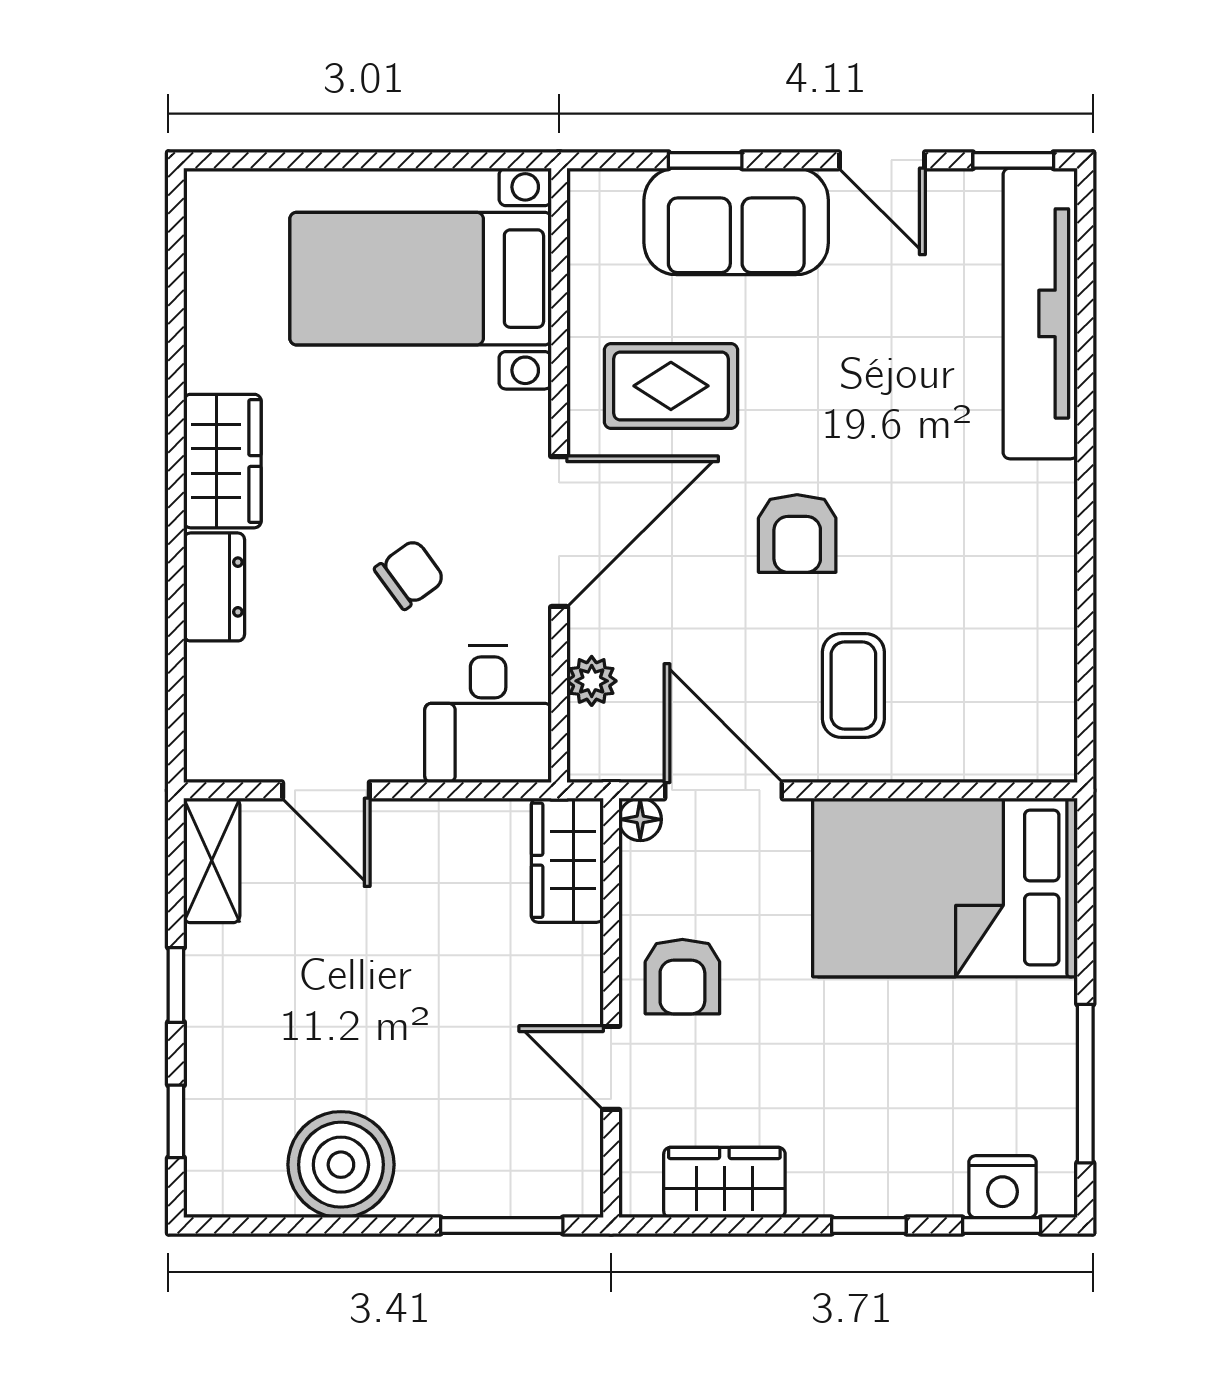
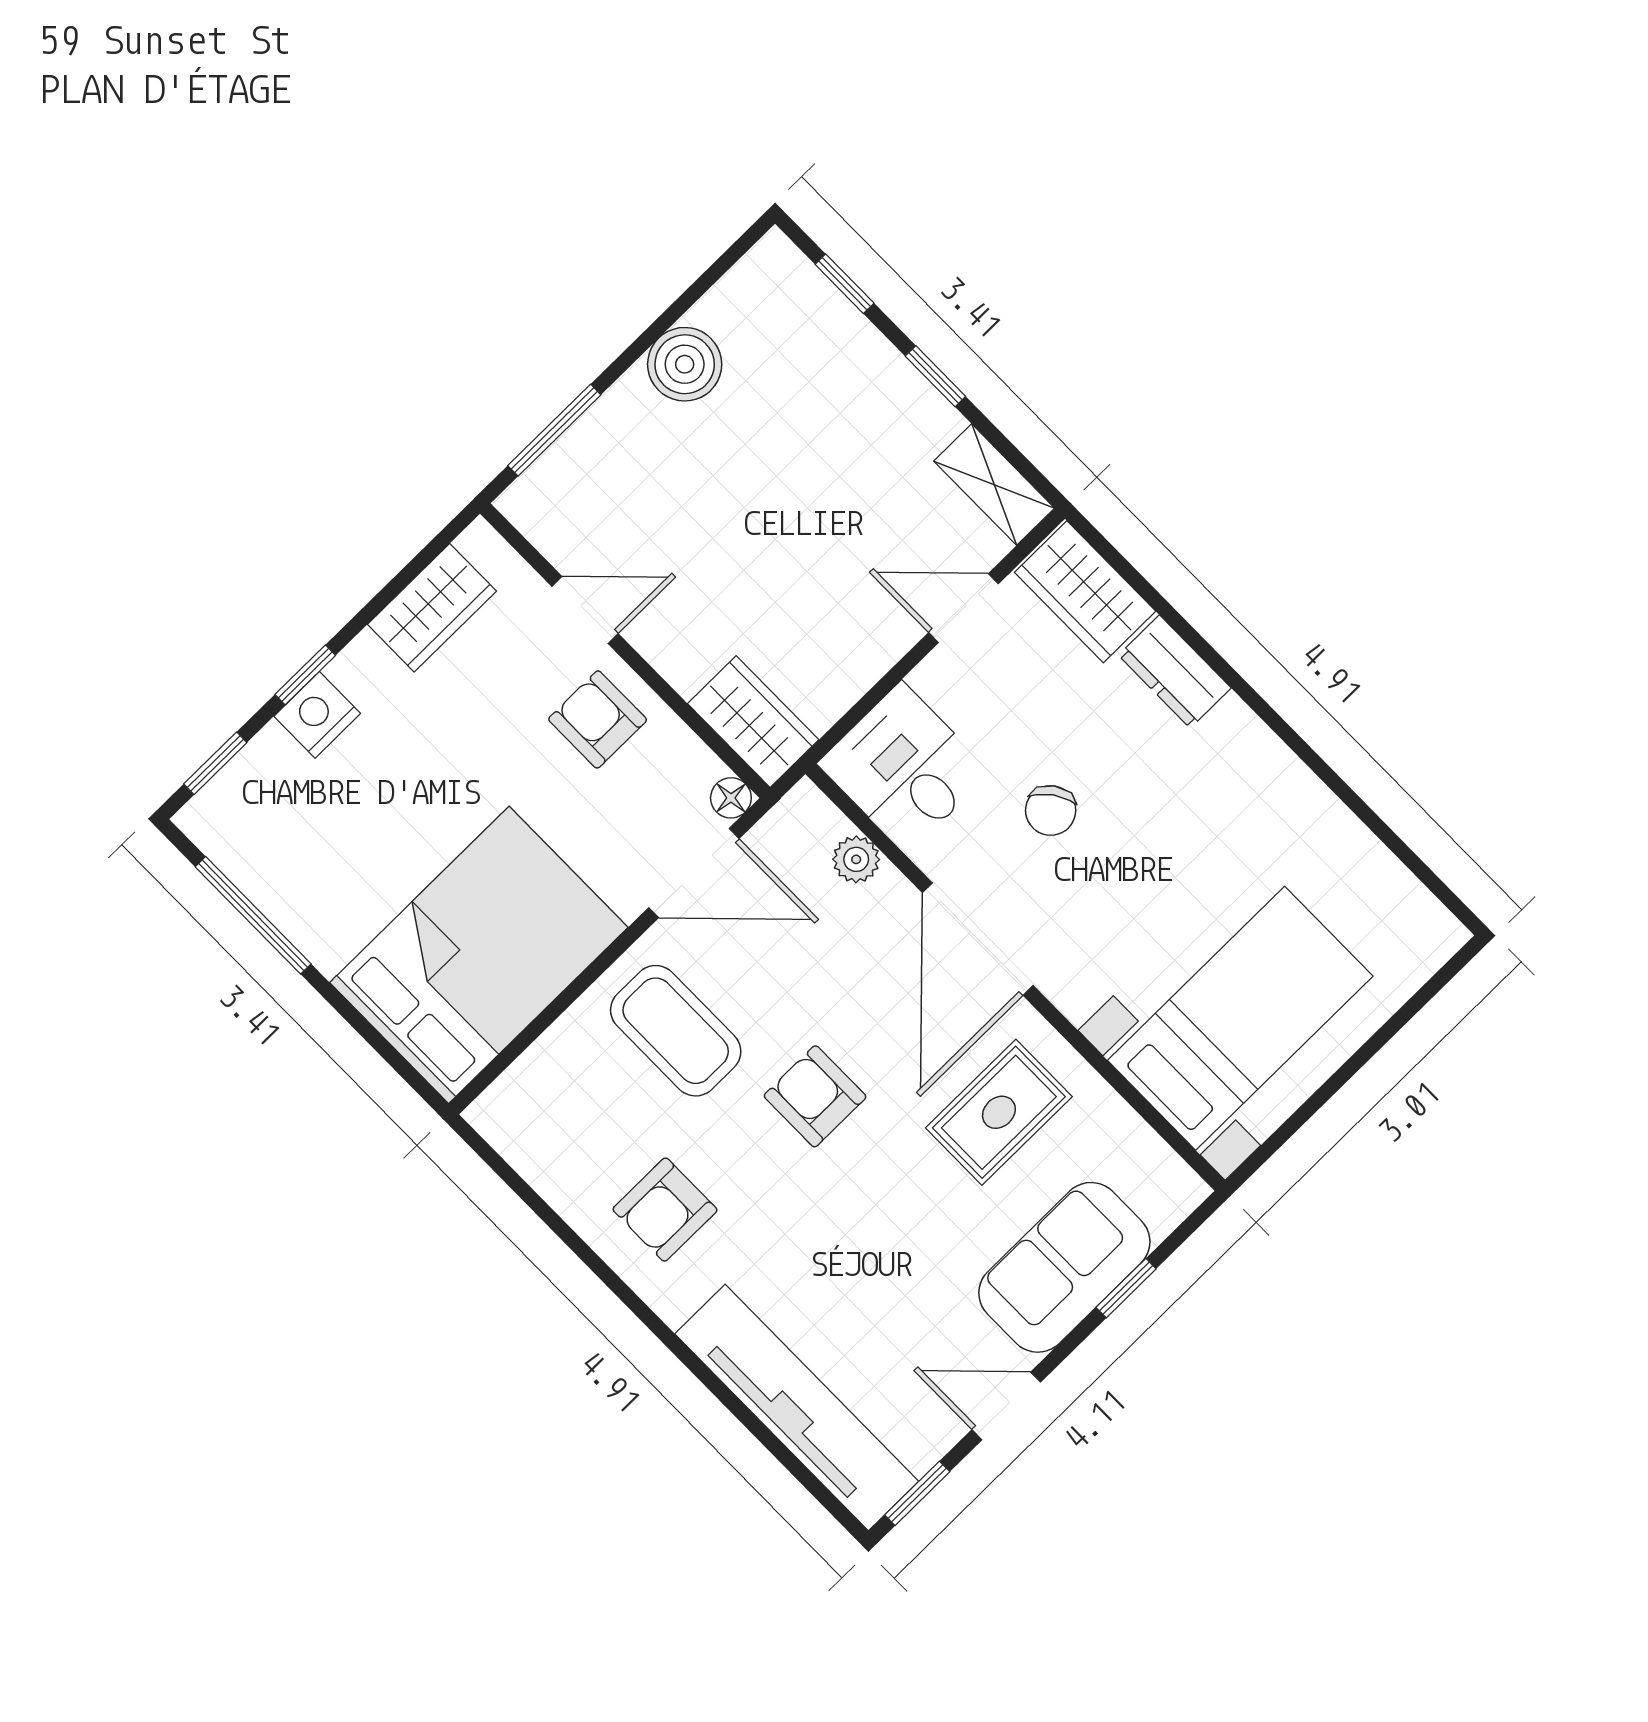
wardrobe: (222, 461) -> (1085, 592), moved
armchair: (993, 559) -> (665, 1210), added
coffee table: (853, 685) -> (676, 1031), width x1.36, depth x1.30
boiler: (341, 1165) -> (685, 364), width x0.73, depth x0.73
nightstand: (1003, 1187) -> (317, 715), moved

